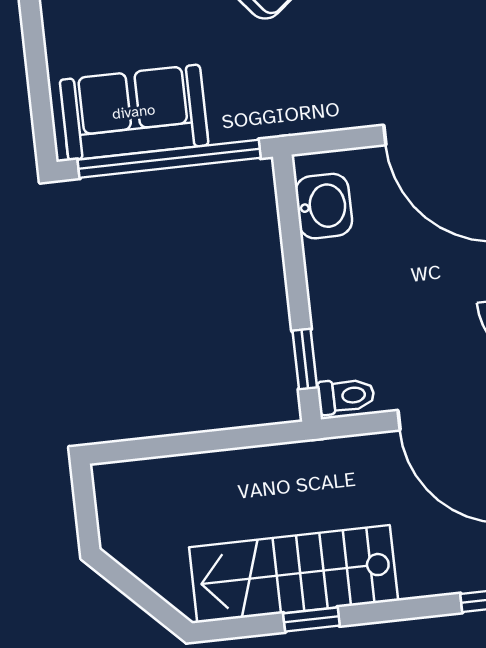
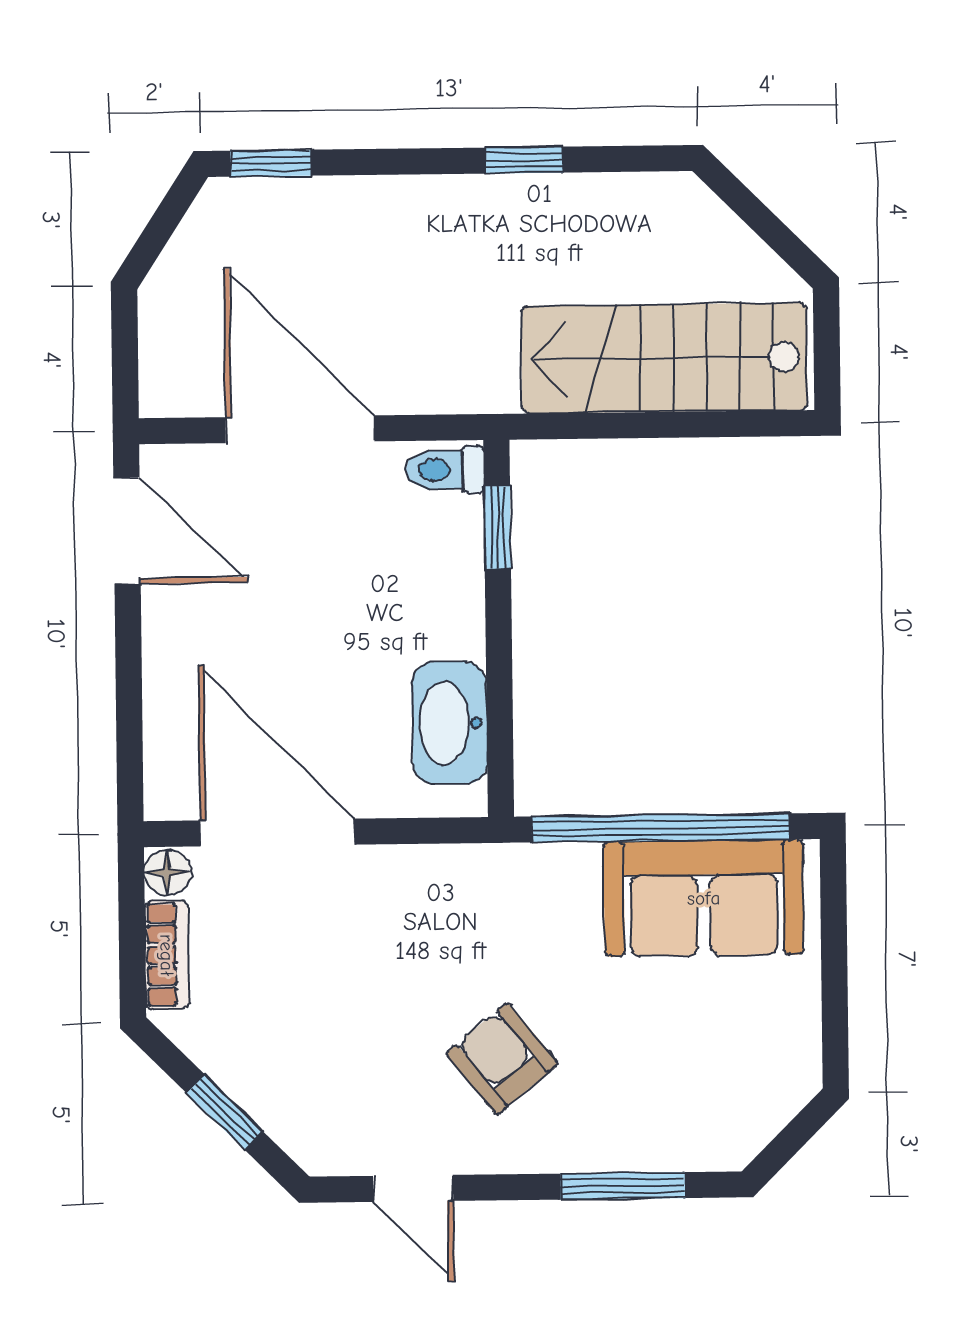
washbasin: (324, 206) -> (449, 723), width x1.38
stairs: (294, 574) -> (664, 358), moved, turned 180

